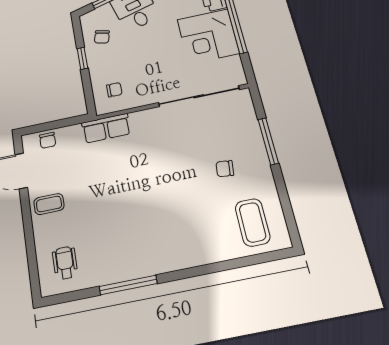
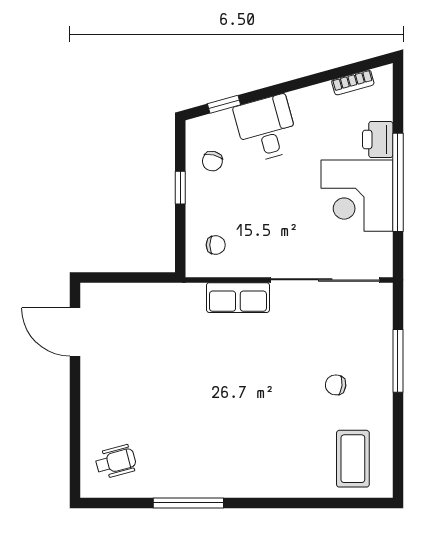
row of seats: (106, 128) -> (238, 298), moved
chair: (48, 140) -> (115, 297), removed
coffee table: (49, 204) -> (106, 384), removed
wheelchair: (65, 263) -> (116, 462), turned 75

